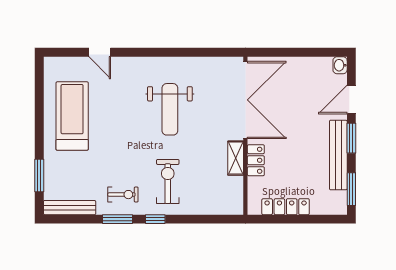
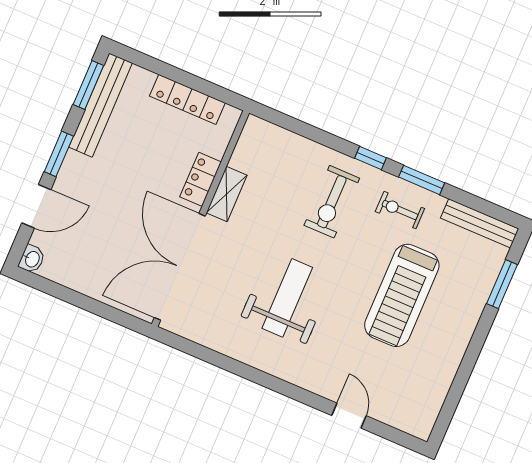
treadmill: (72, 116) -> (402, 295), moved
bench: (338, 155) -> (101, 105), moved

